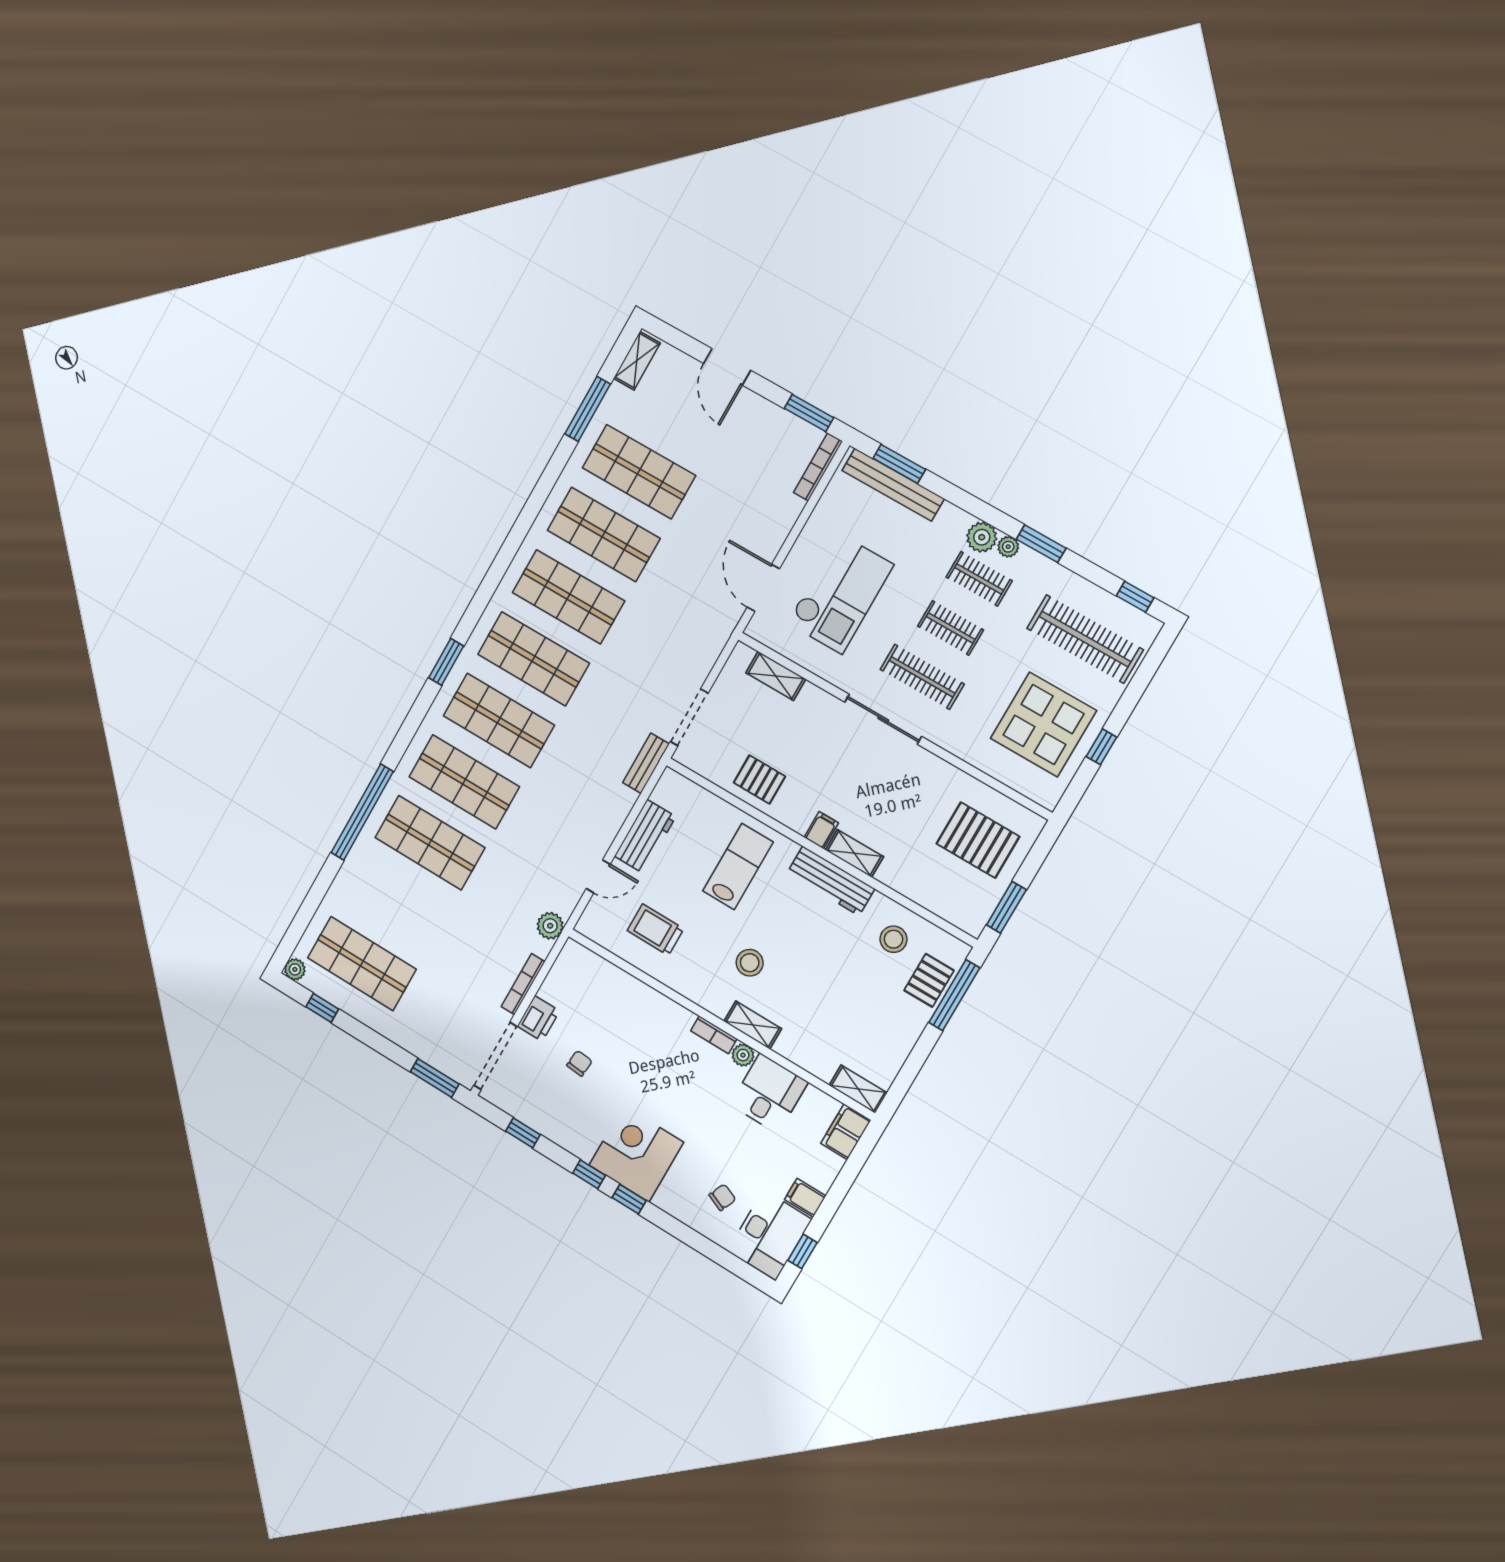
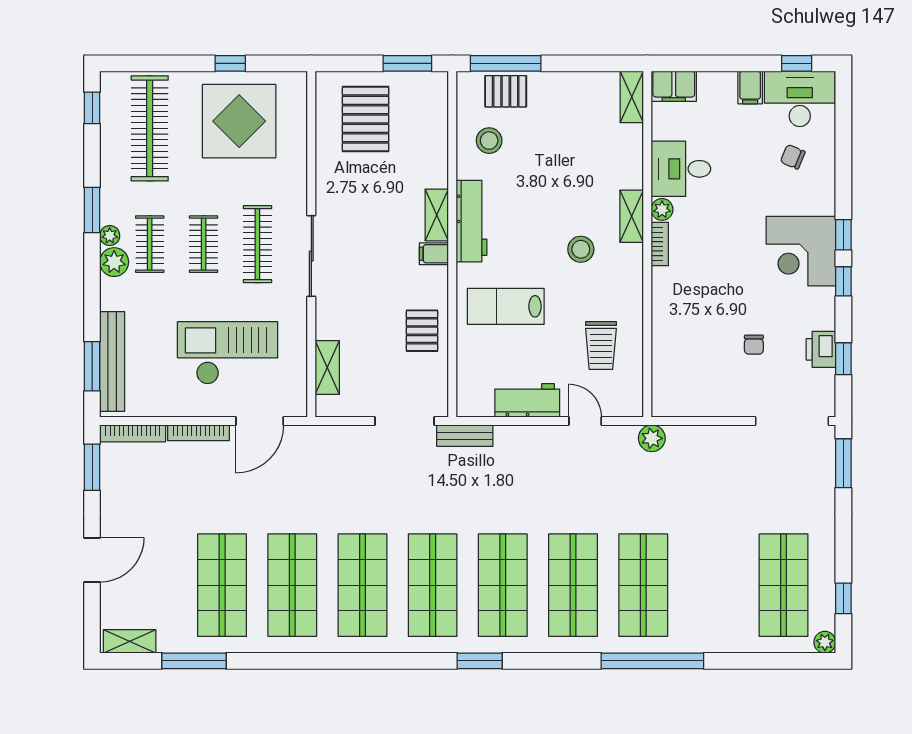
bookcase: (523, 984) -> (198, 433), moved
printer: (538, 1019) -> (821, 349), moved, turned -90
chair: (579, 1063) -> (754, 345), turned -95

